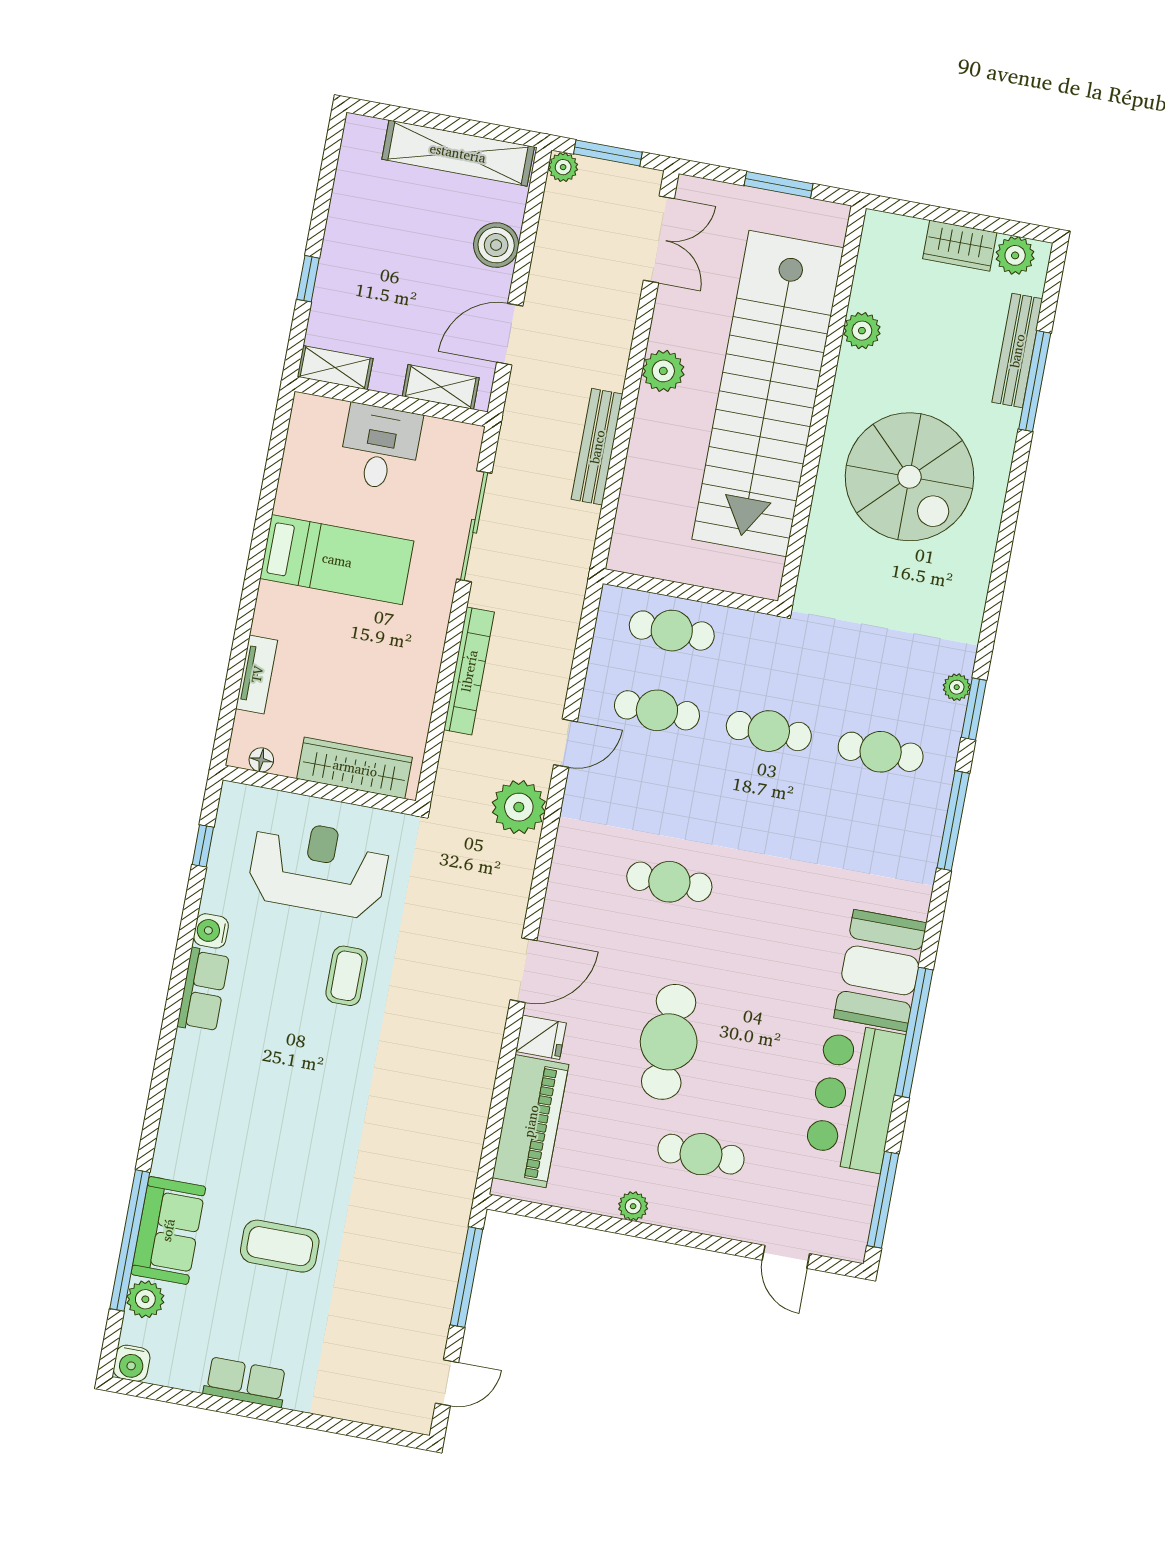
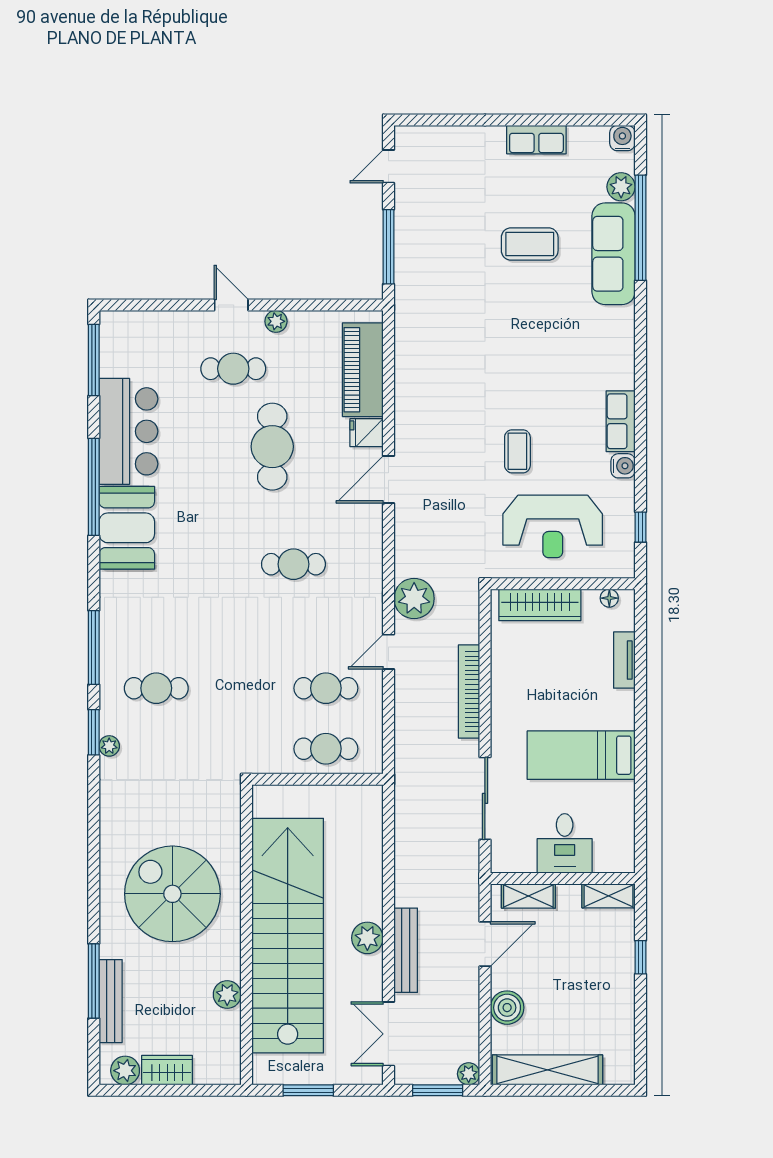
bench: (597, 447) -> (406, 950), moved
cafe table: (769, 731) -> (241, 688), removed
sofa: (168, 1230) -> (613, 254), width x1.36
door: (786, 1257) -> (231, 305), moved

